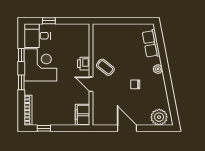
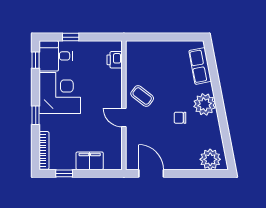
window: (21, 55) -> (36, 60), moved
printer: (84, 64) -> (115, 60), moved
plant: (158, 69) -> (205, 104), width x1.87, depth x1.87
filing cabinet: (83, 115) -> (90, 161), moved, turned 90
door: (127, 128) -> (151, 173), moved

